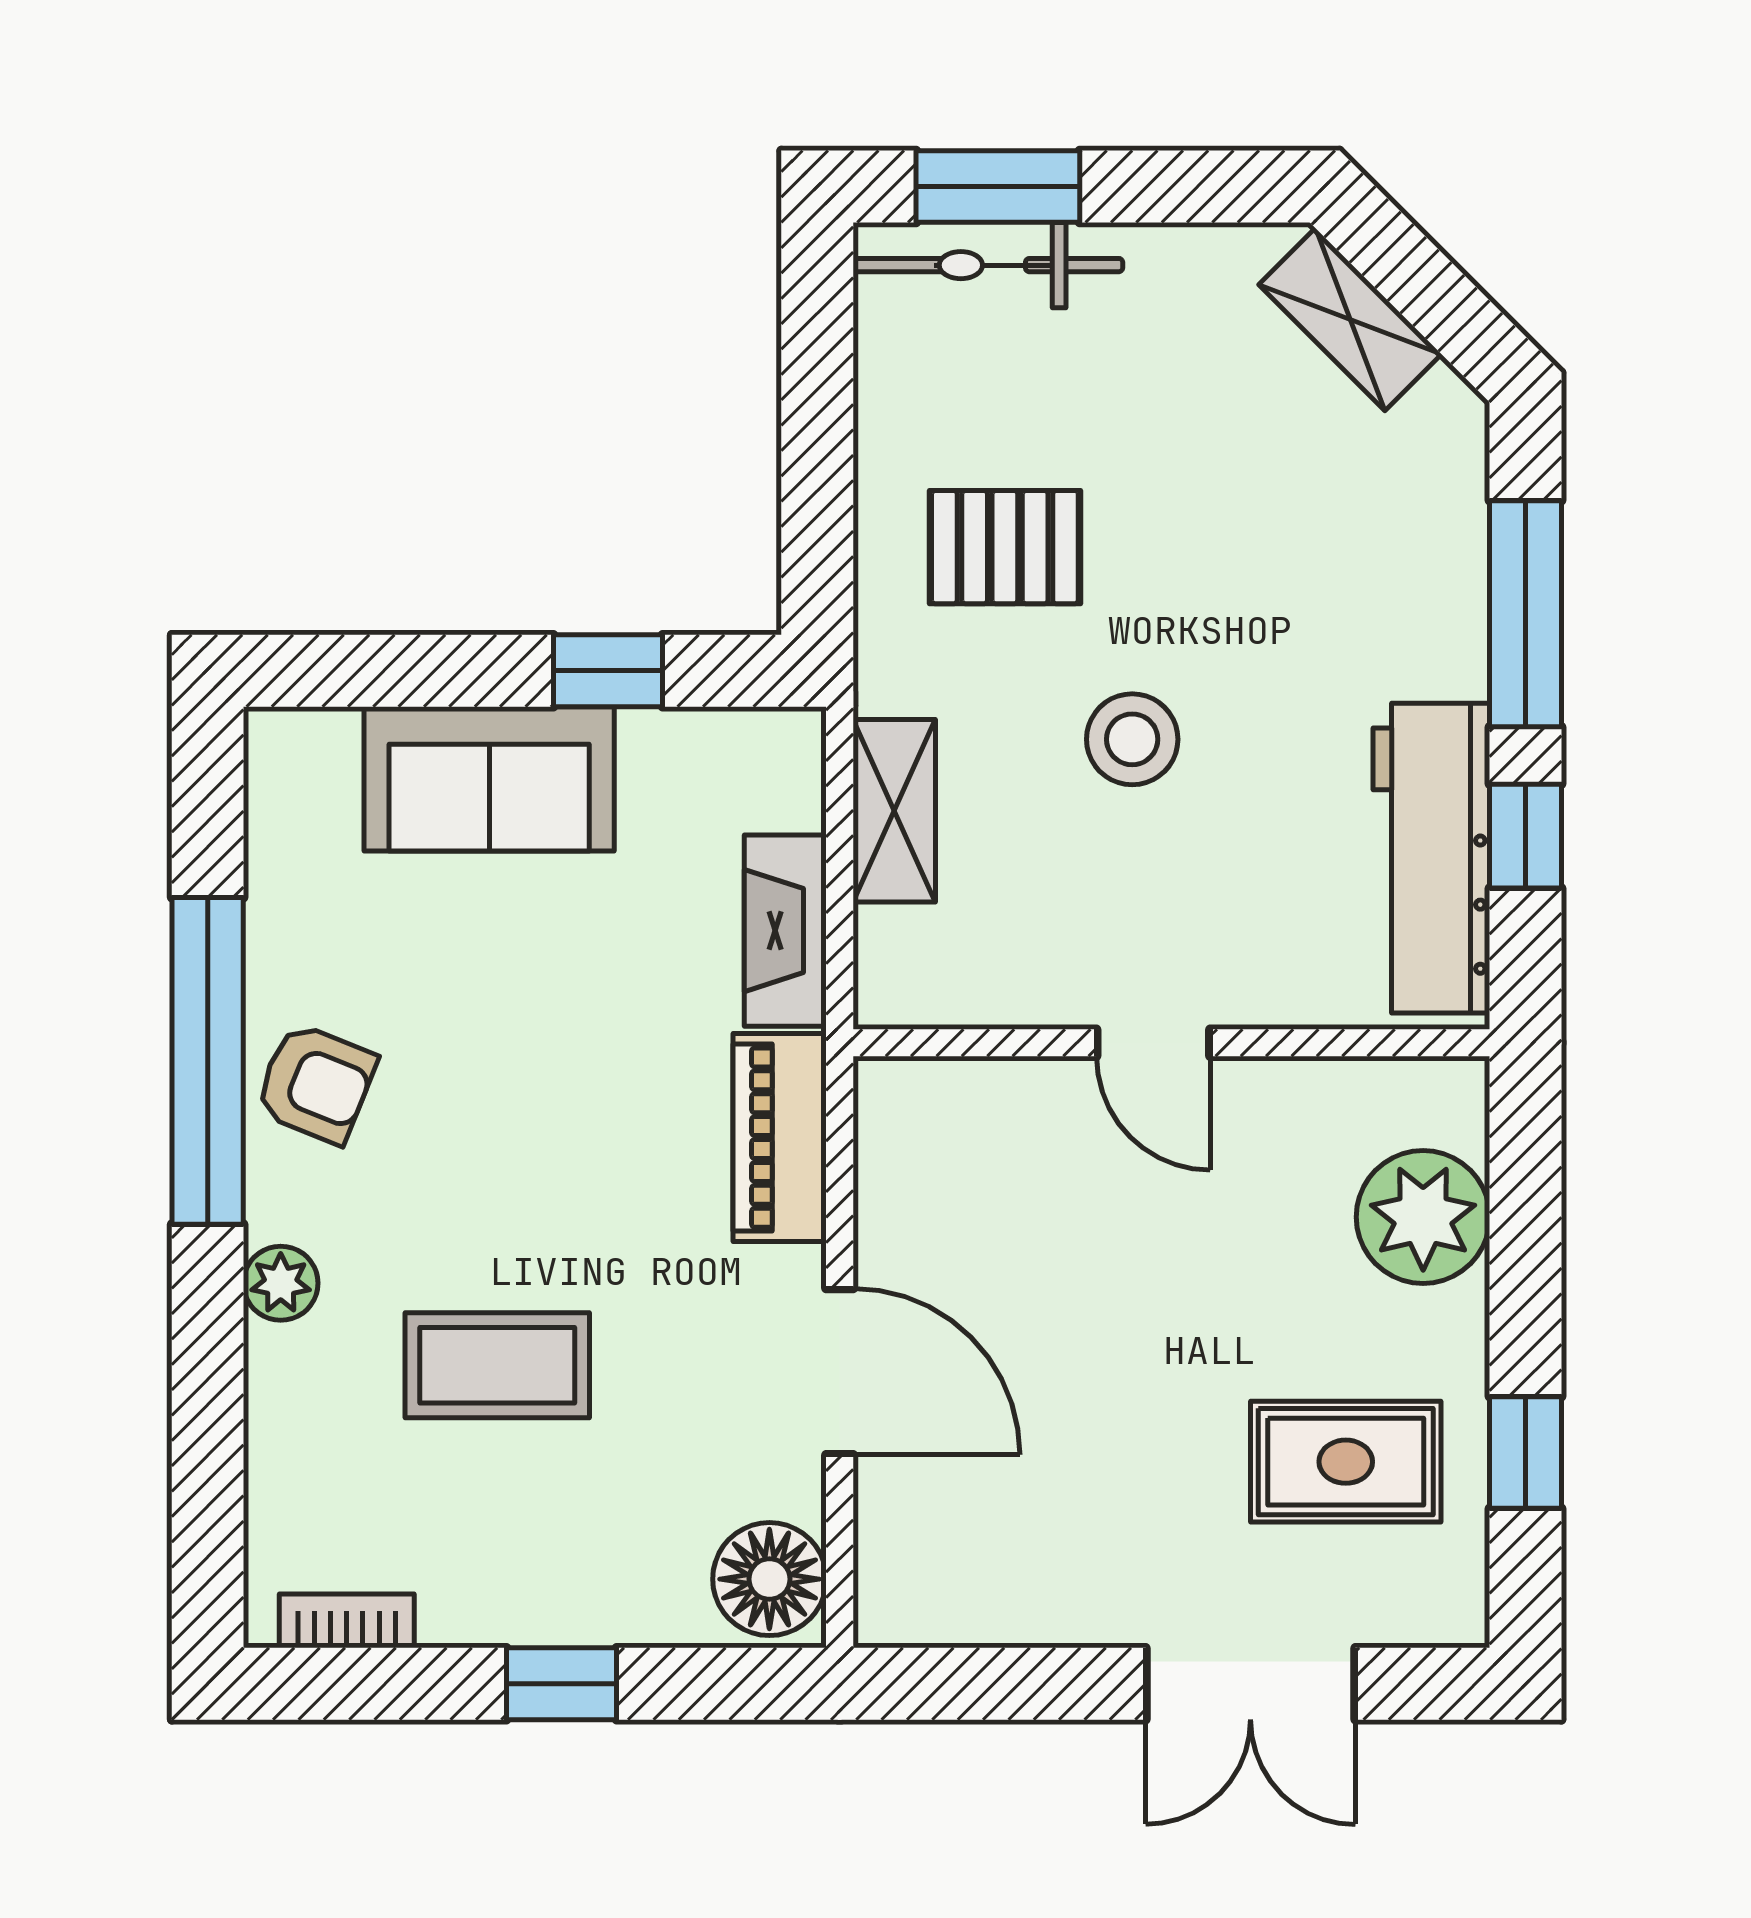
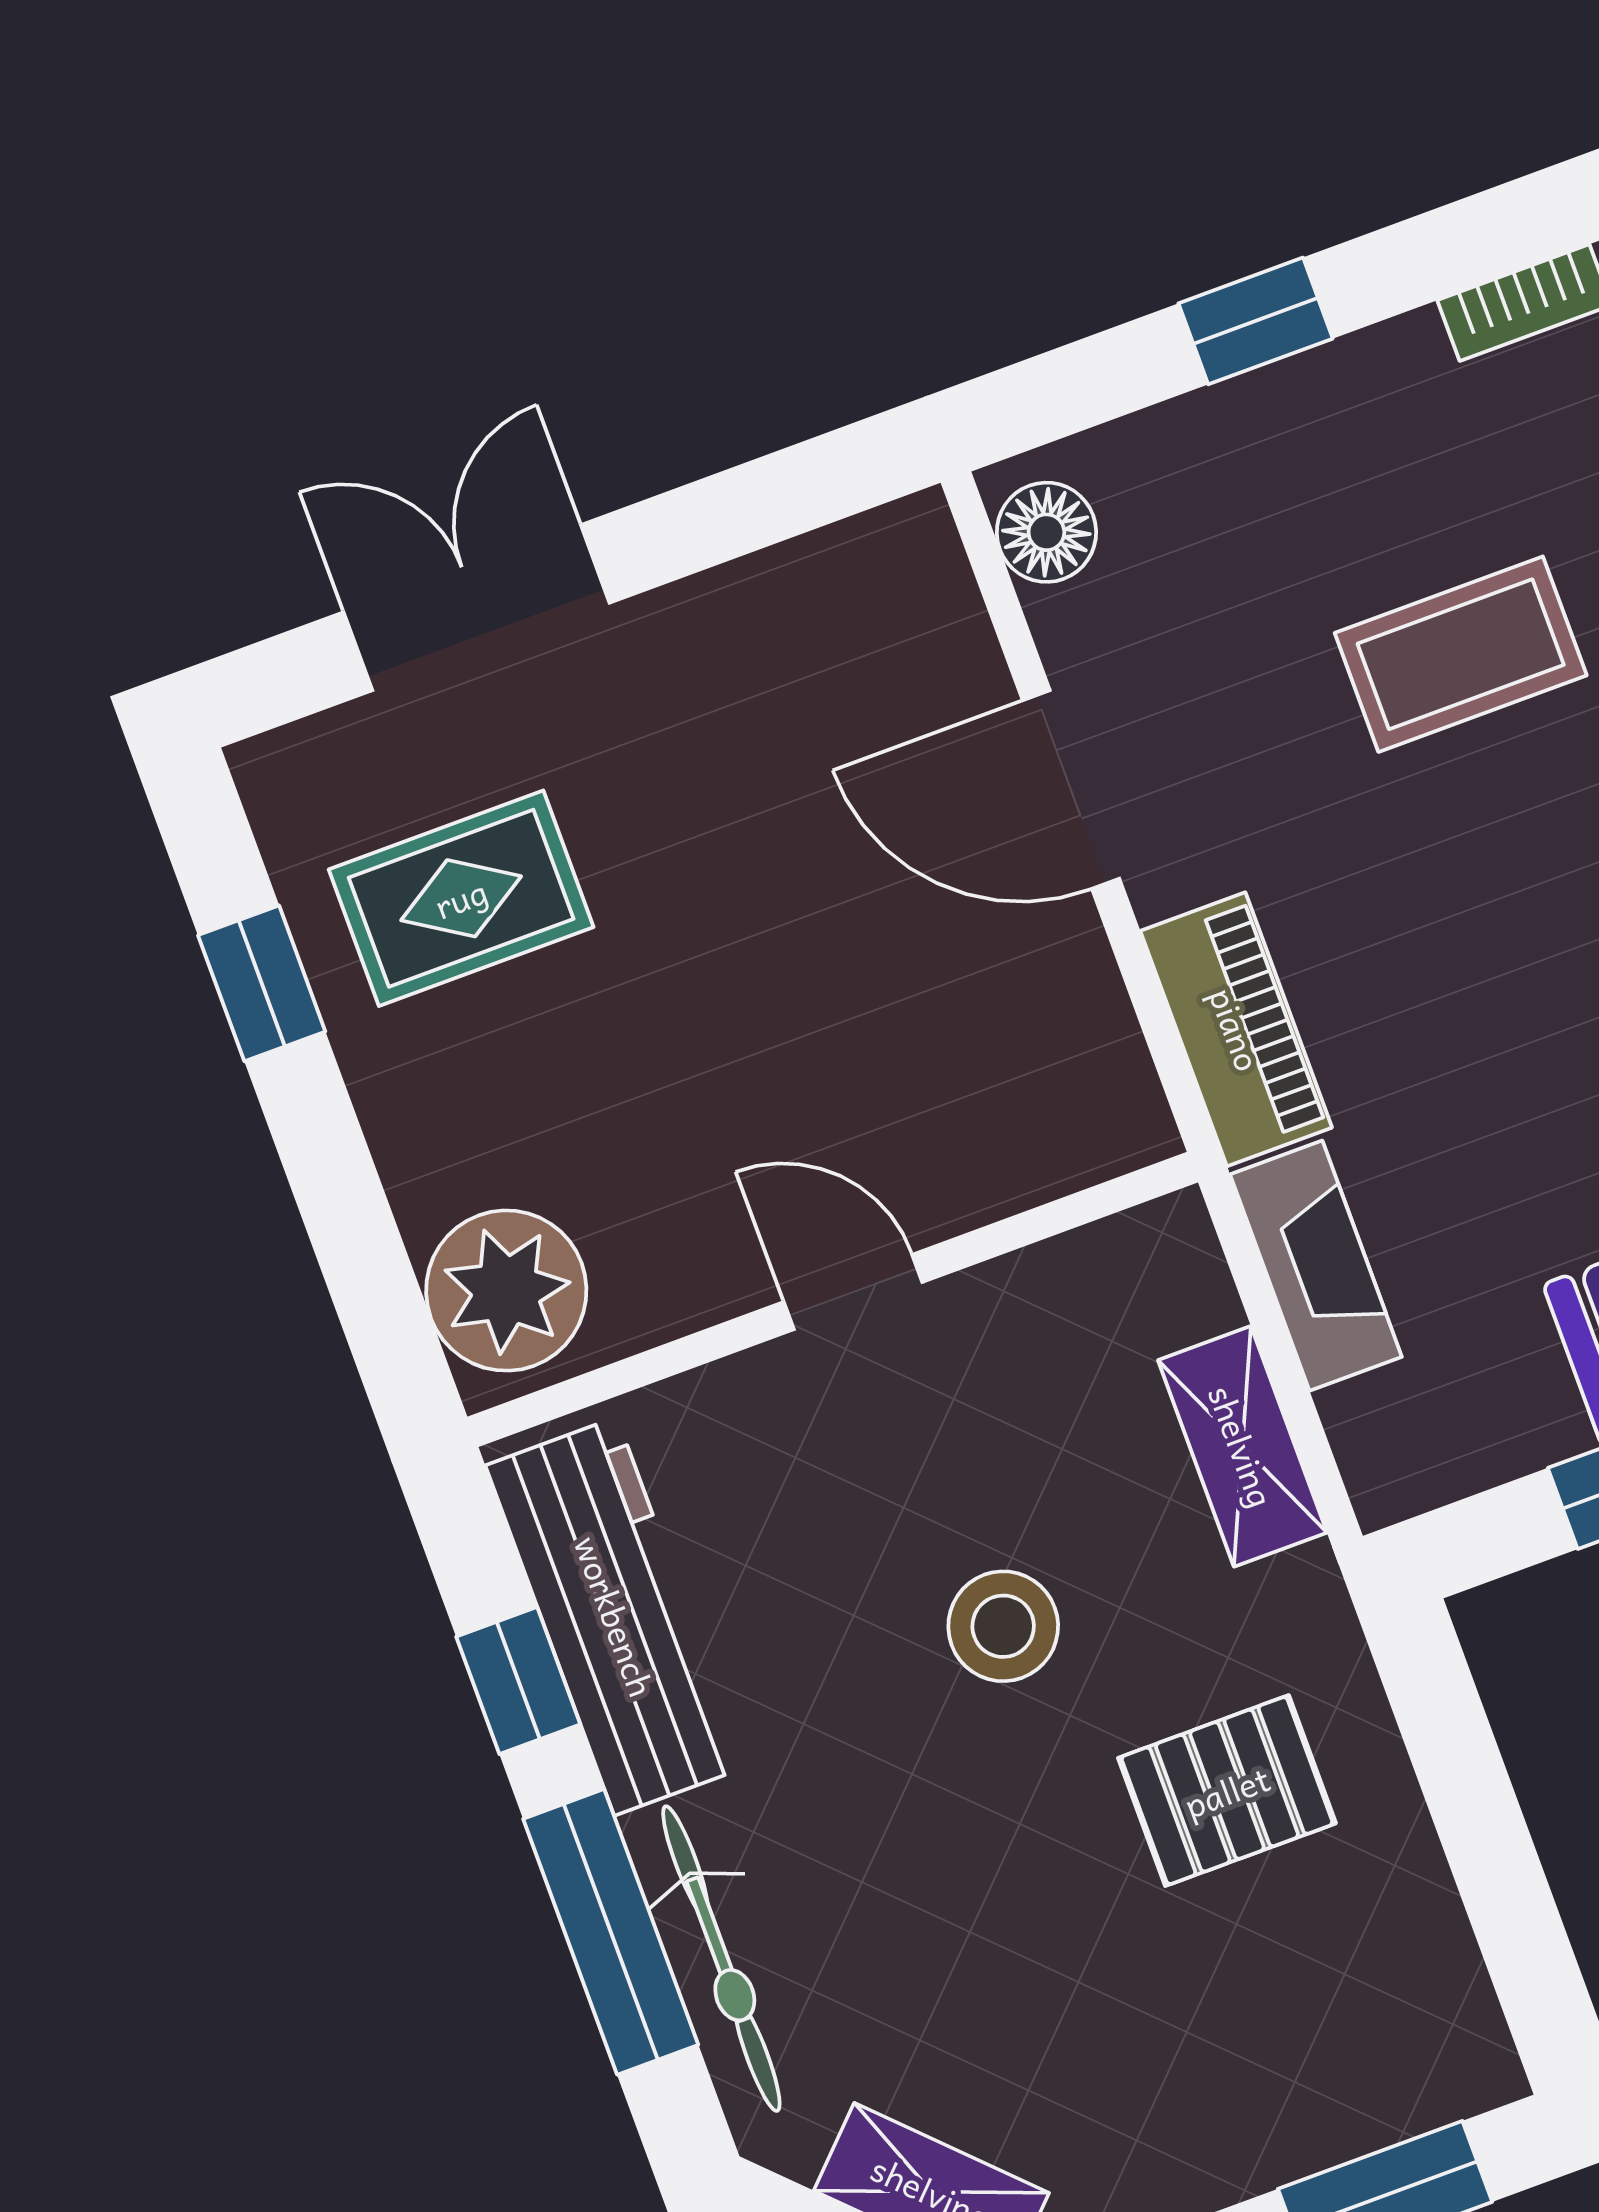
bicycle: (988, 265) -> (721, 1959), moved, turned 90
plant: (1423, 1217) -> (506, 1291), moved
floor lamp: (769, 1579) -> (1046, 532), width x0.73, depth x0.73

